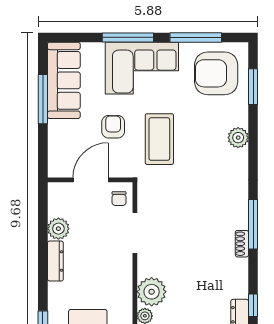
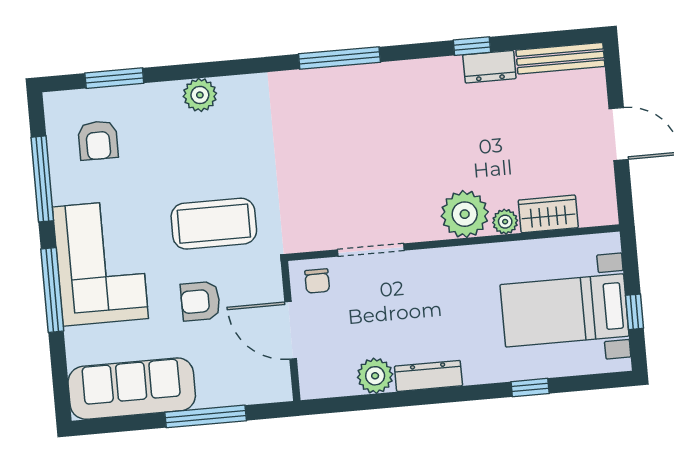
armchair: (216, 73) -> (98, 140), width x0.53, depth x0.53
window: (43, 99) -> (206, 416), moved
chair: (119, 199) -> (317, 281), turned 90
shoe rack: (242, 244) -> (373, 73), removed

